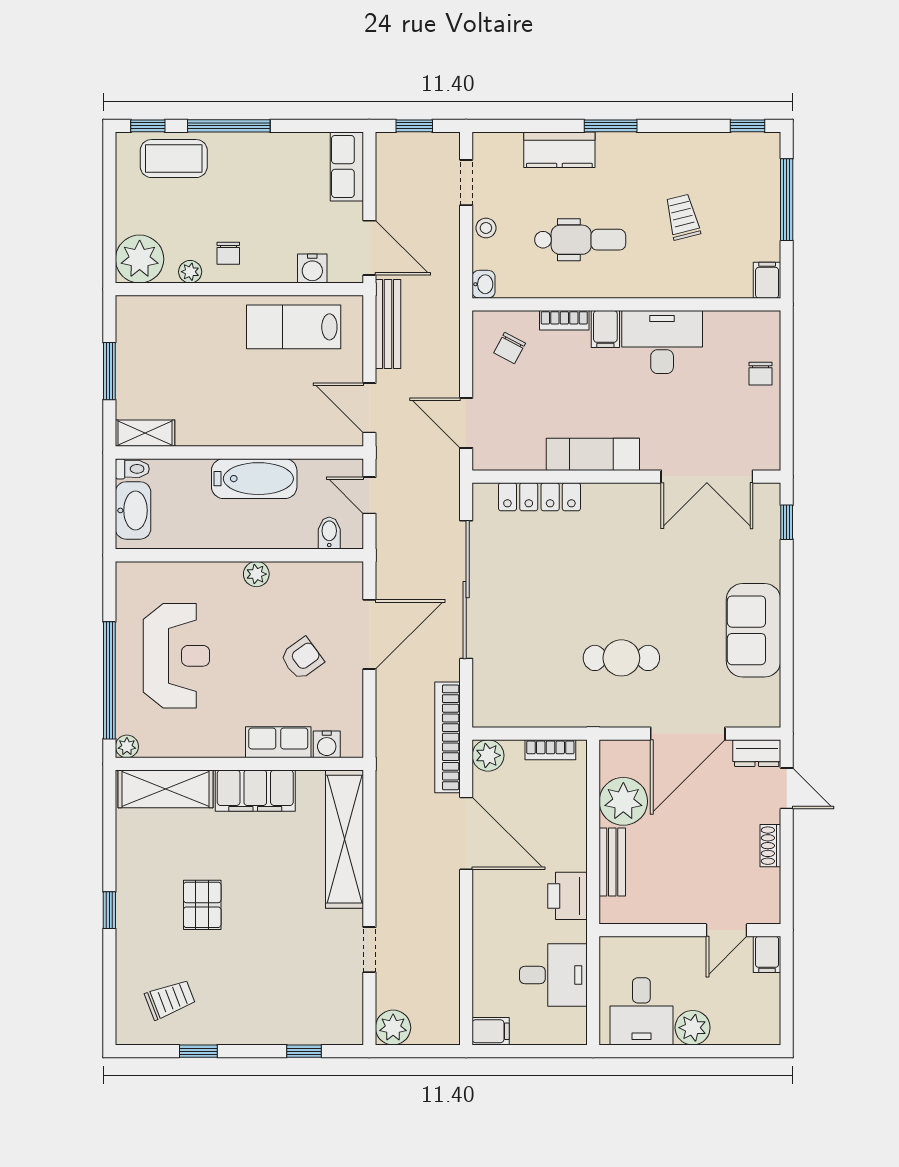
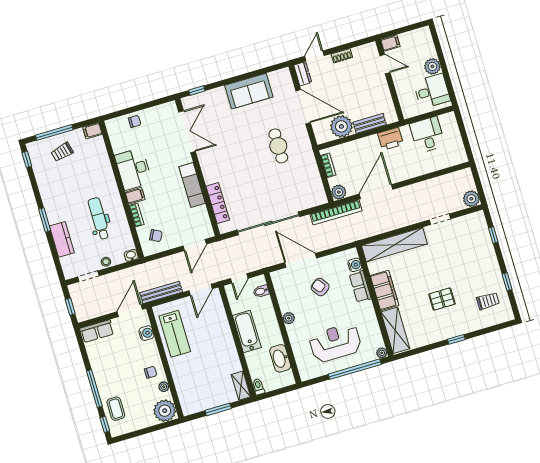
coffee table: (174, 159) -> (116, 409), width x0.73, depth x0.77
trolley: (683, 217) -> (62, 152), moved
washbasin: (133, 510) -> (280, 358), moved, turned -90
trolley: (170, 999) -> (488, 301), turned 111
filing cabinet: (491, 1031) -> (460, 155), removed

